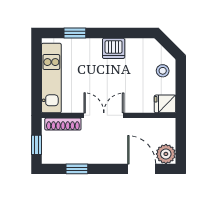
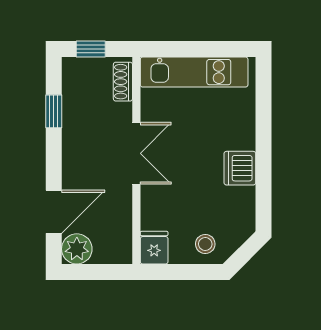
window: (75, 33) -> (264, 108), removed
shoe rack: (63, 124) -> (123, 82), width x0.70

